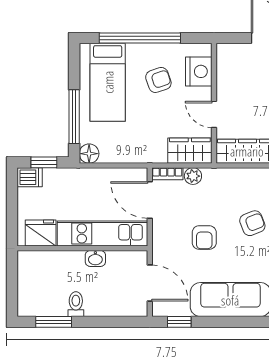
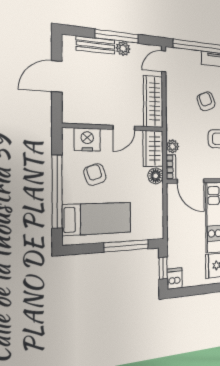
floor lamp: (89, 154) -> (156, 176), moved
door: (150, 200) -> (190, 181), hinge flipped

